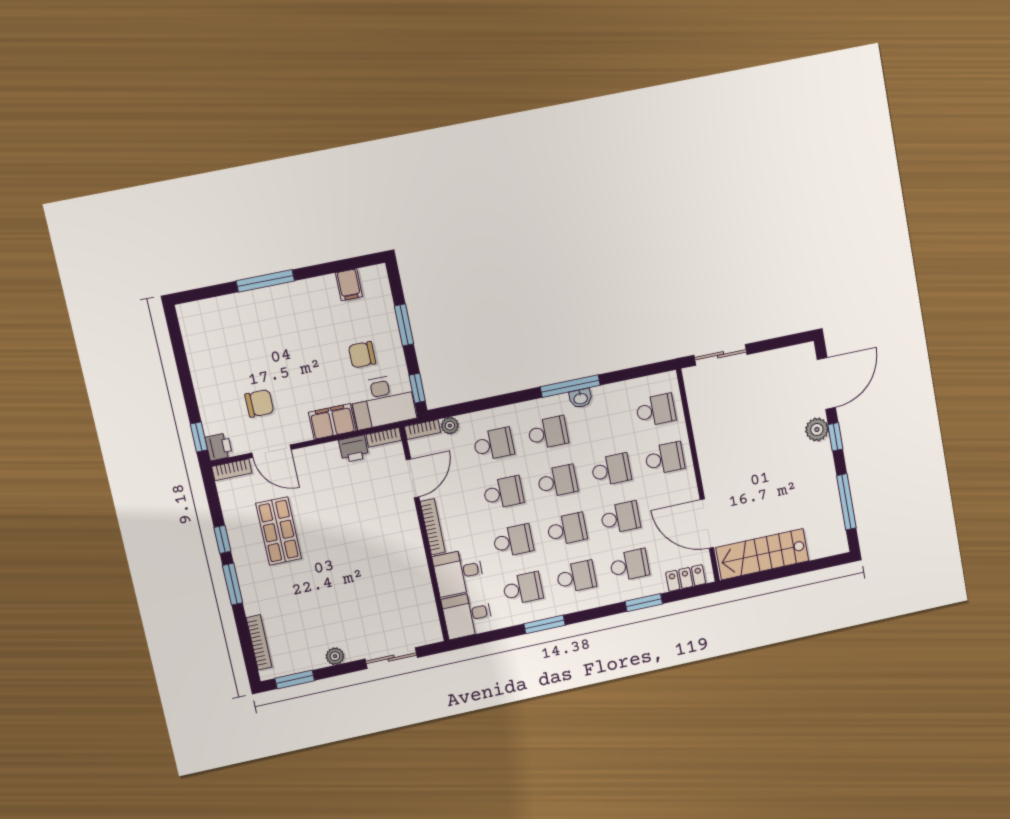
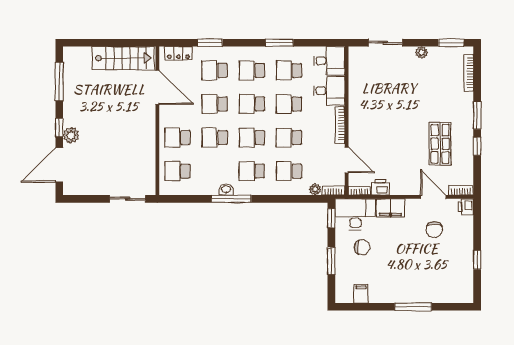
chair: (259, 403) -> (434, 230), turned -90
window: (199, 437) -> (477, 260), moved
door: (412, 478) -> (347, 160), swing flipped

